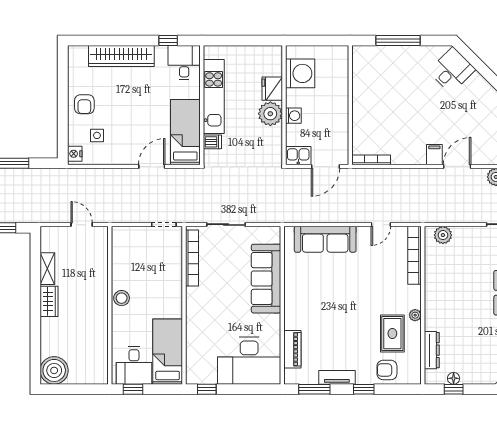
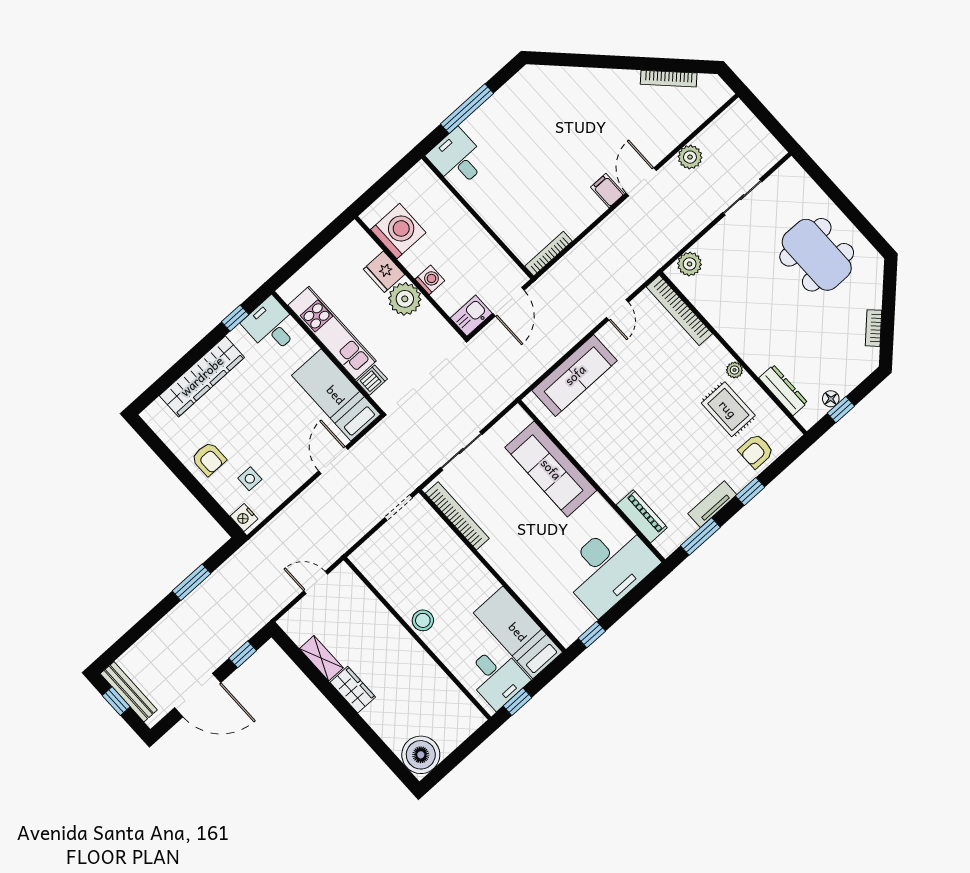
desk: (452, 70) -> (458, 159), moved, turned -45

